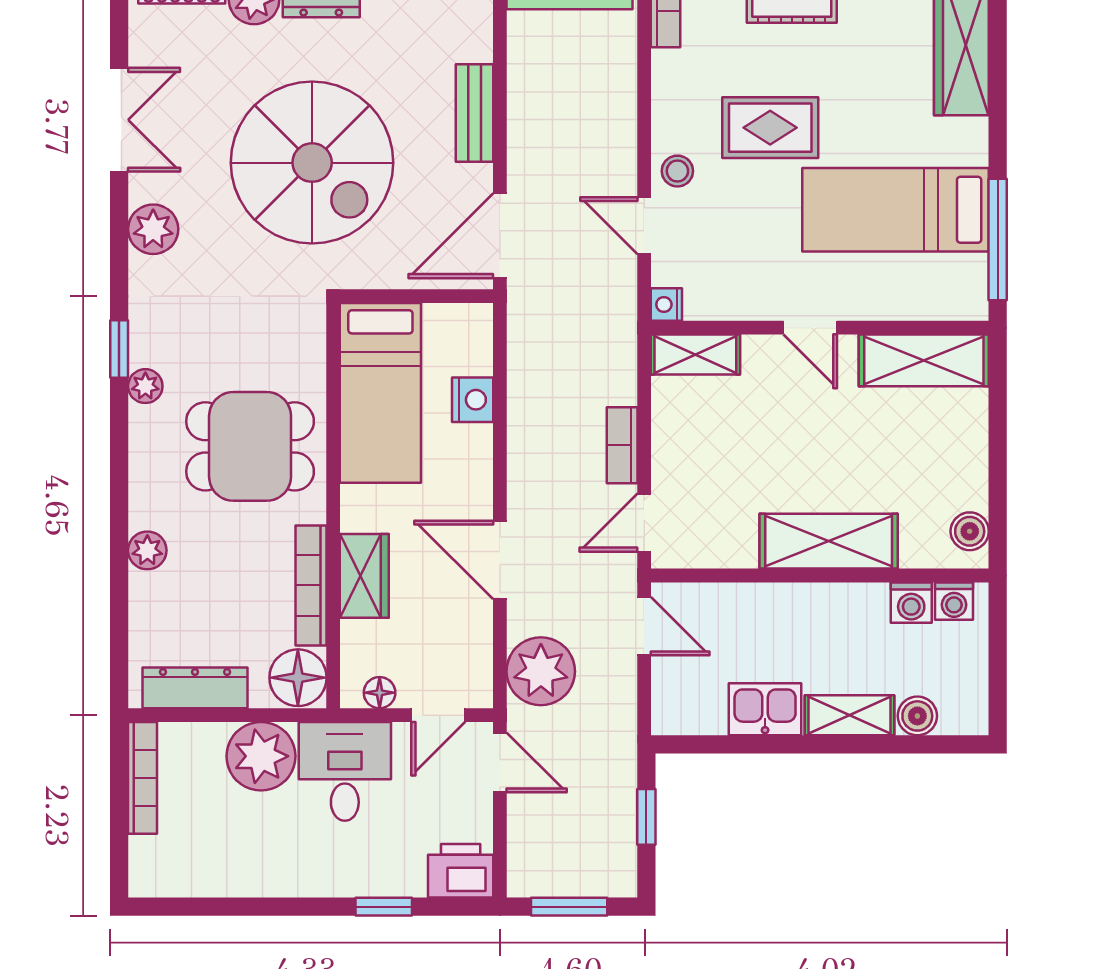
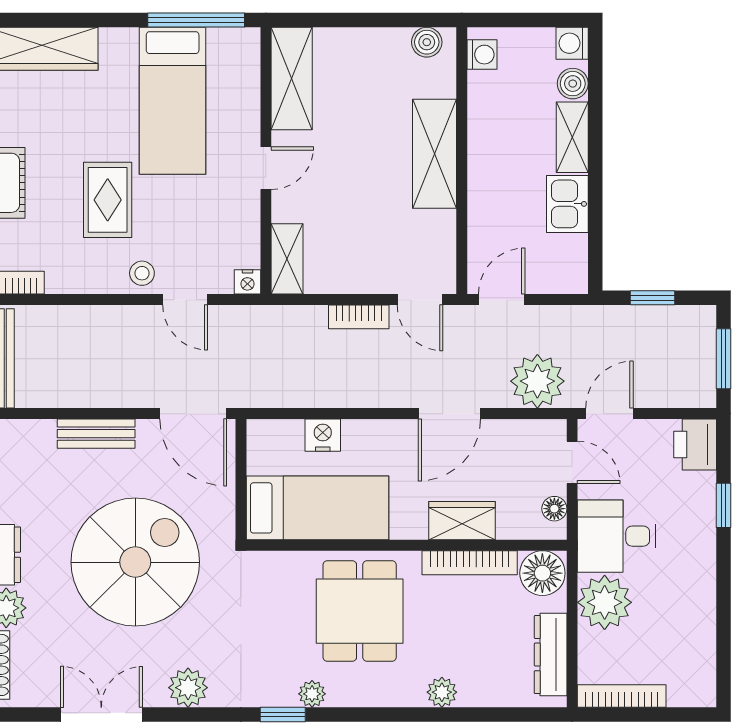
door: (644, 226) -> (185, 300), hinge flipped
washing machine: (911, 603) -> (572, 43), moved, turned 180

